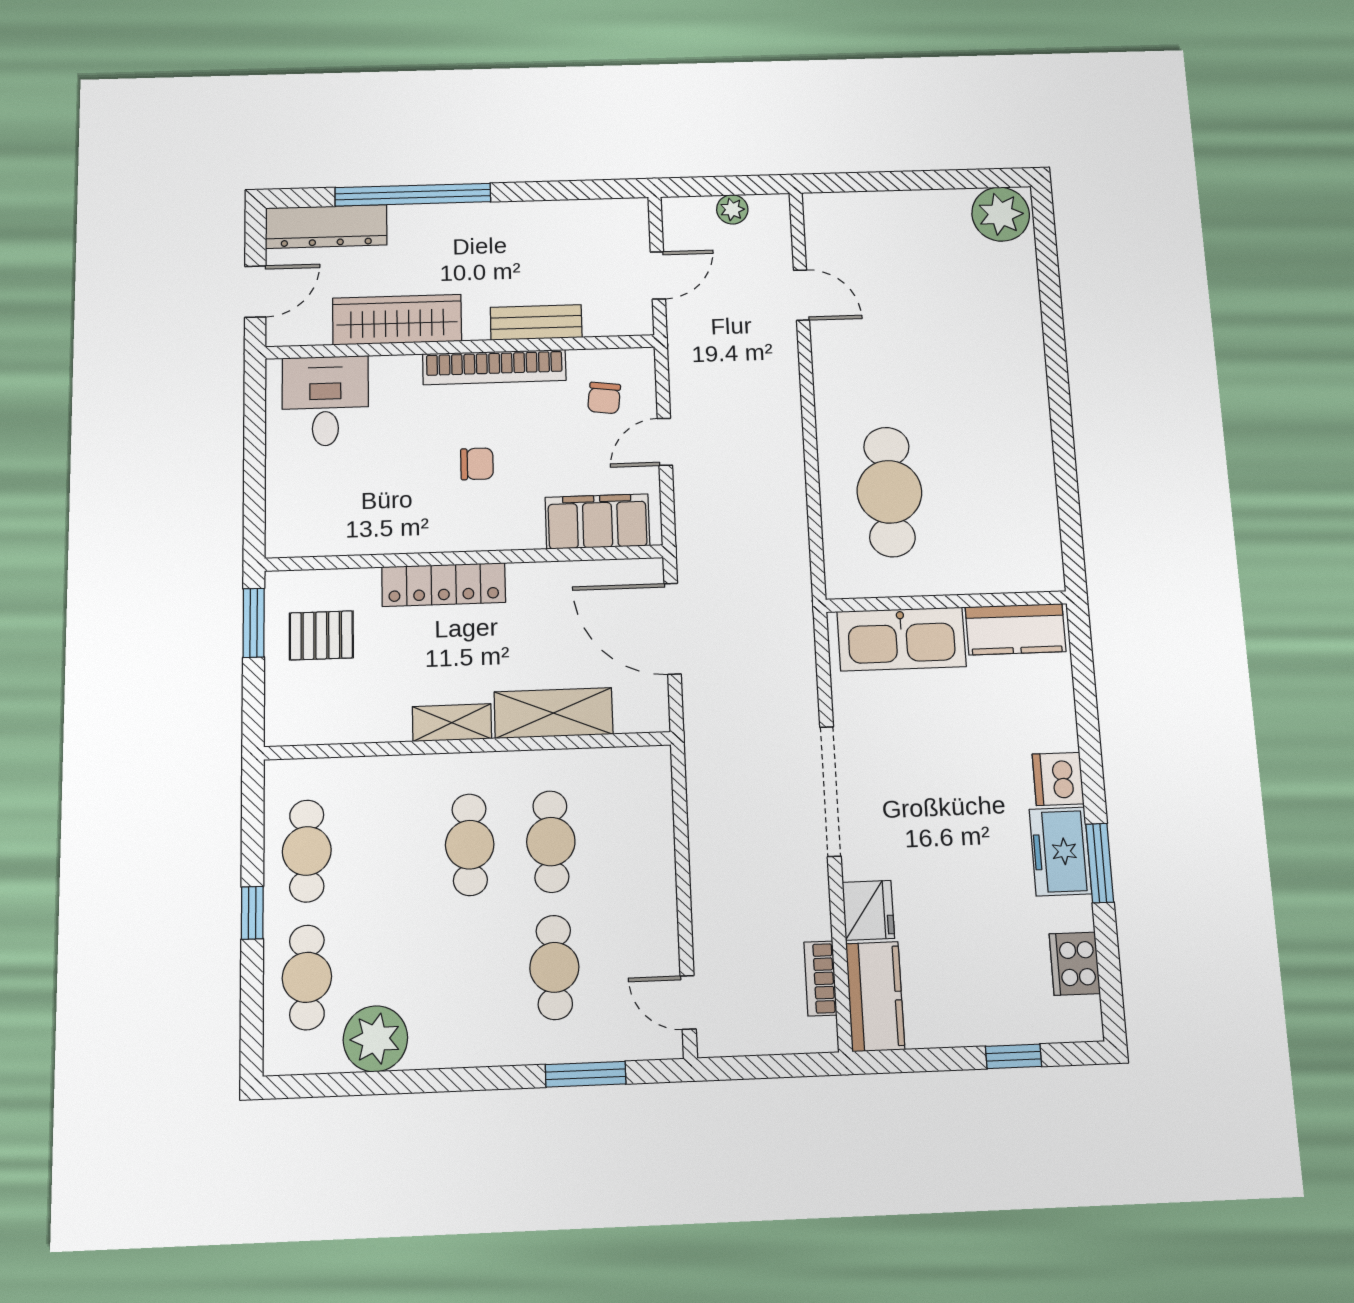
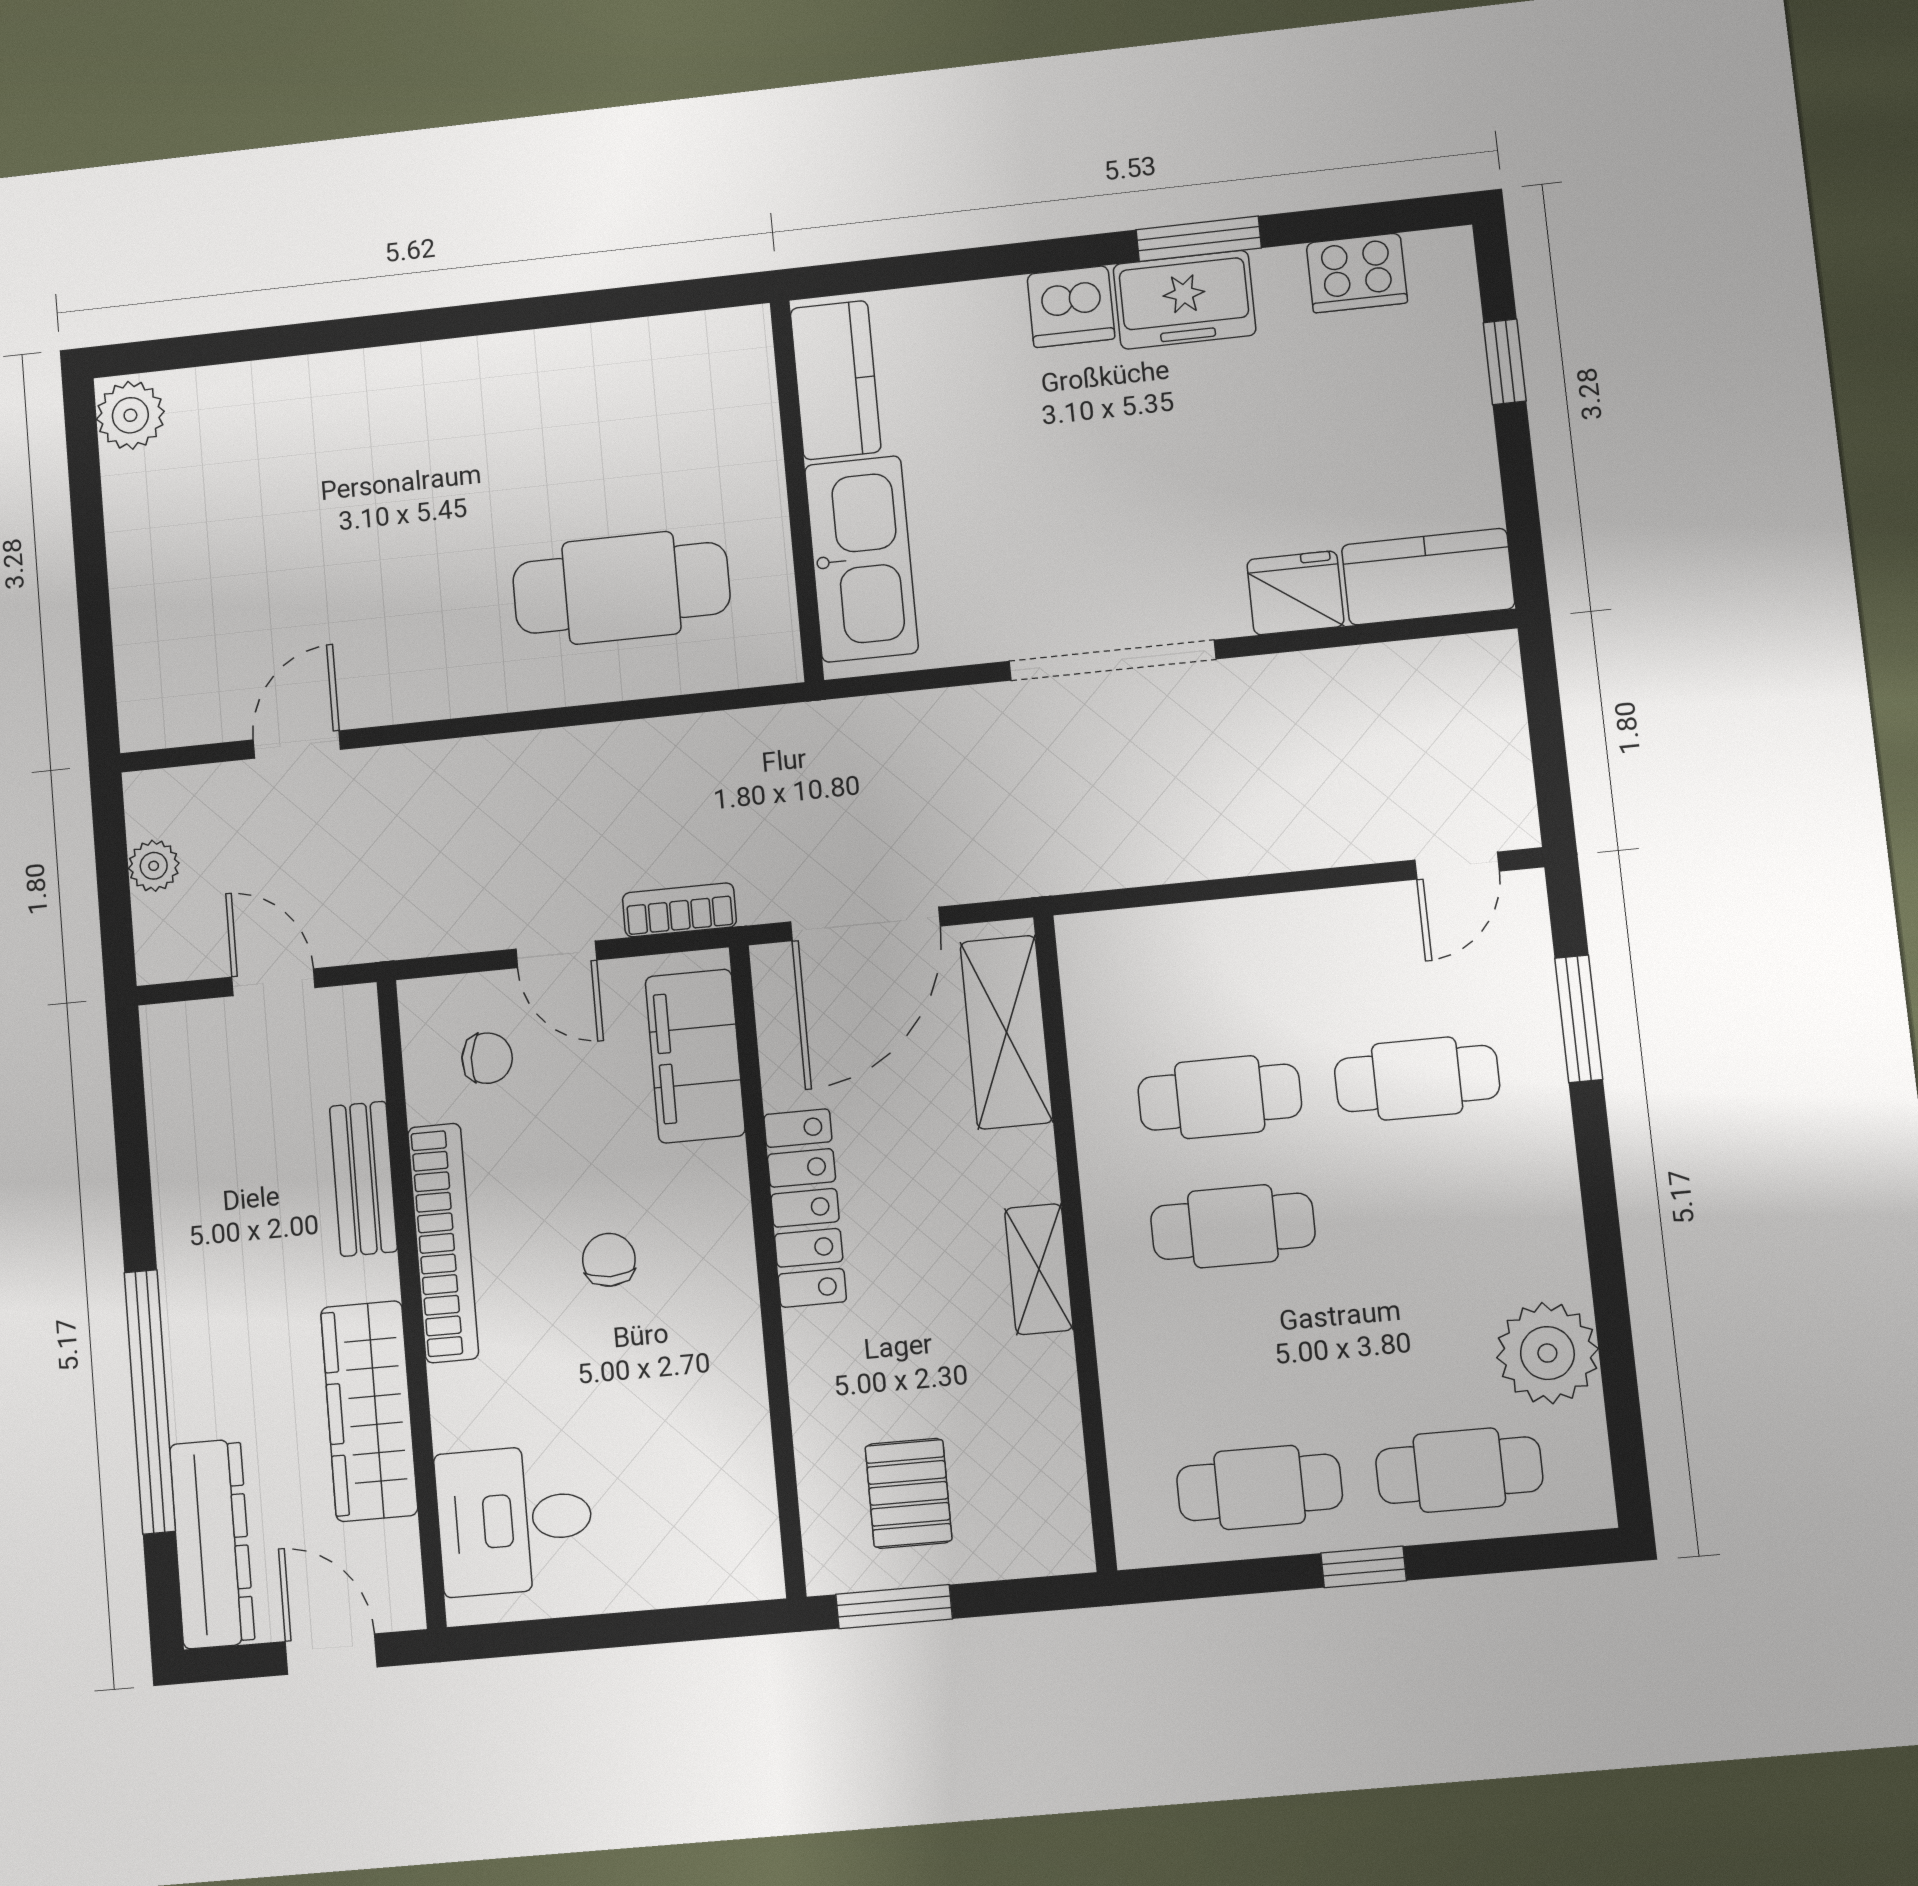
plant: (1001, 214) -> (130, 415), width x0.73, depth x0.73
locker: (444, 585) -> (805, 1208), moved
shelving: (553, 713) -> (1006, 1032), moved
bookcase: (820, 978) -> (679, 910), moved, turned 180

